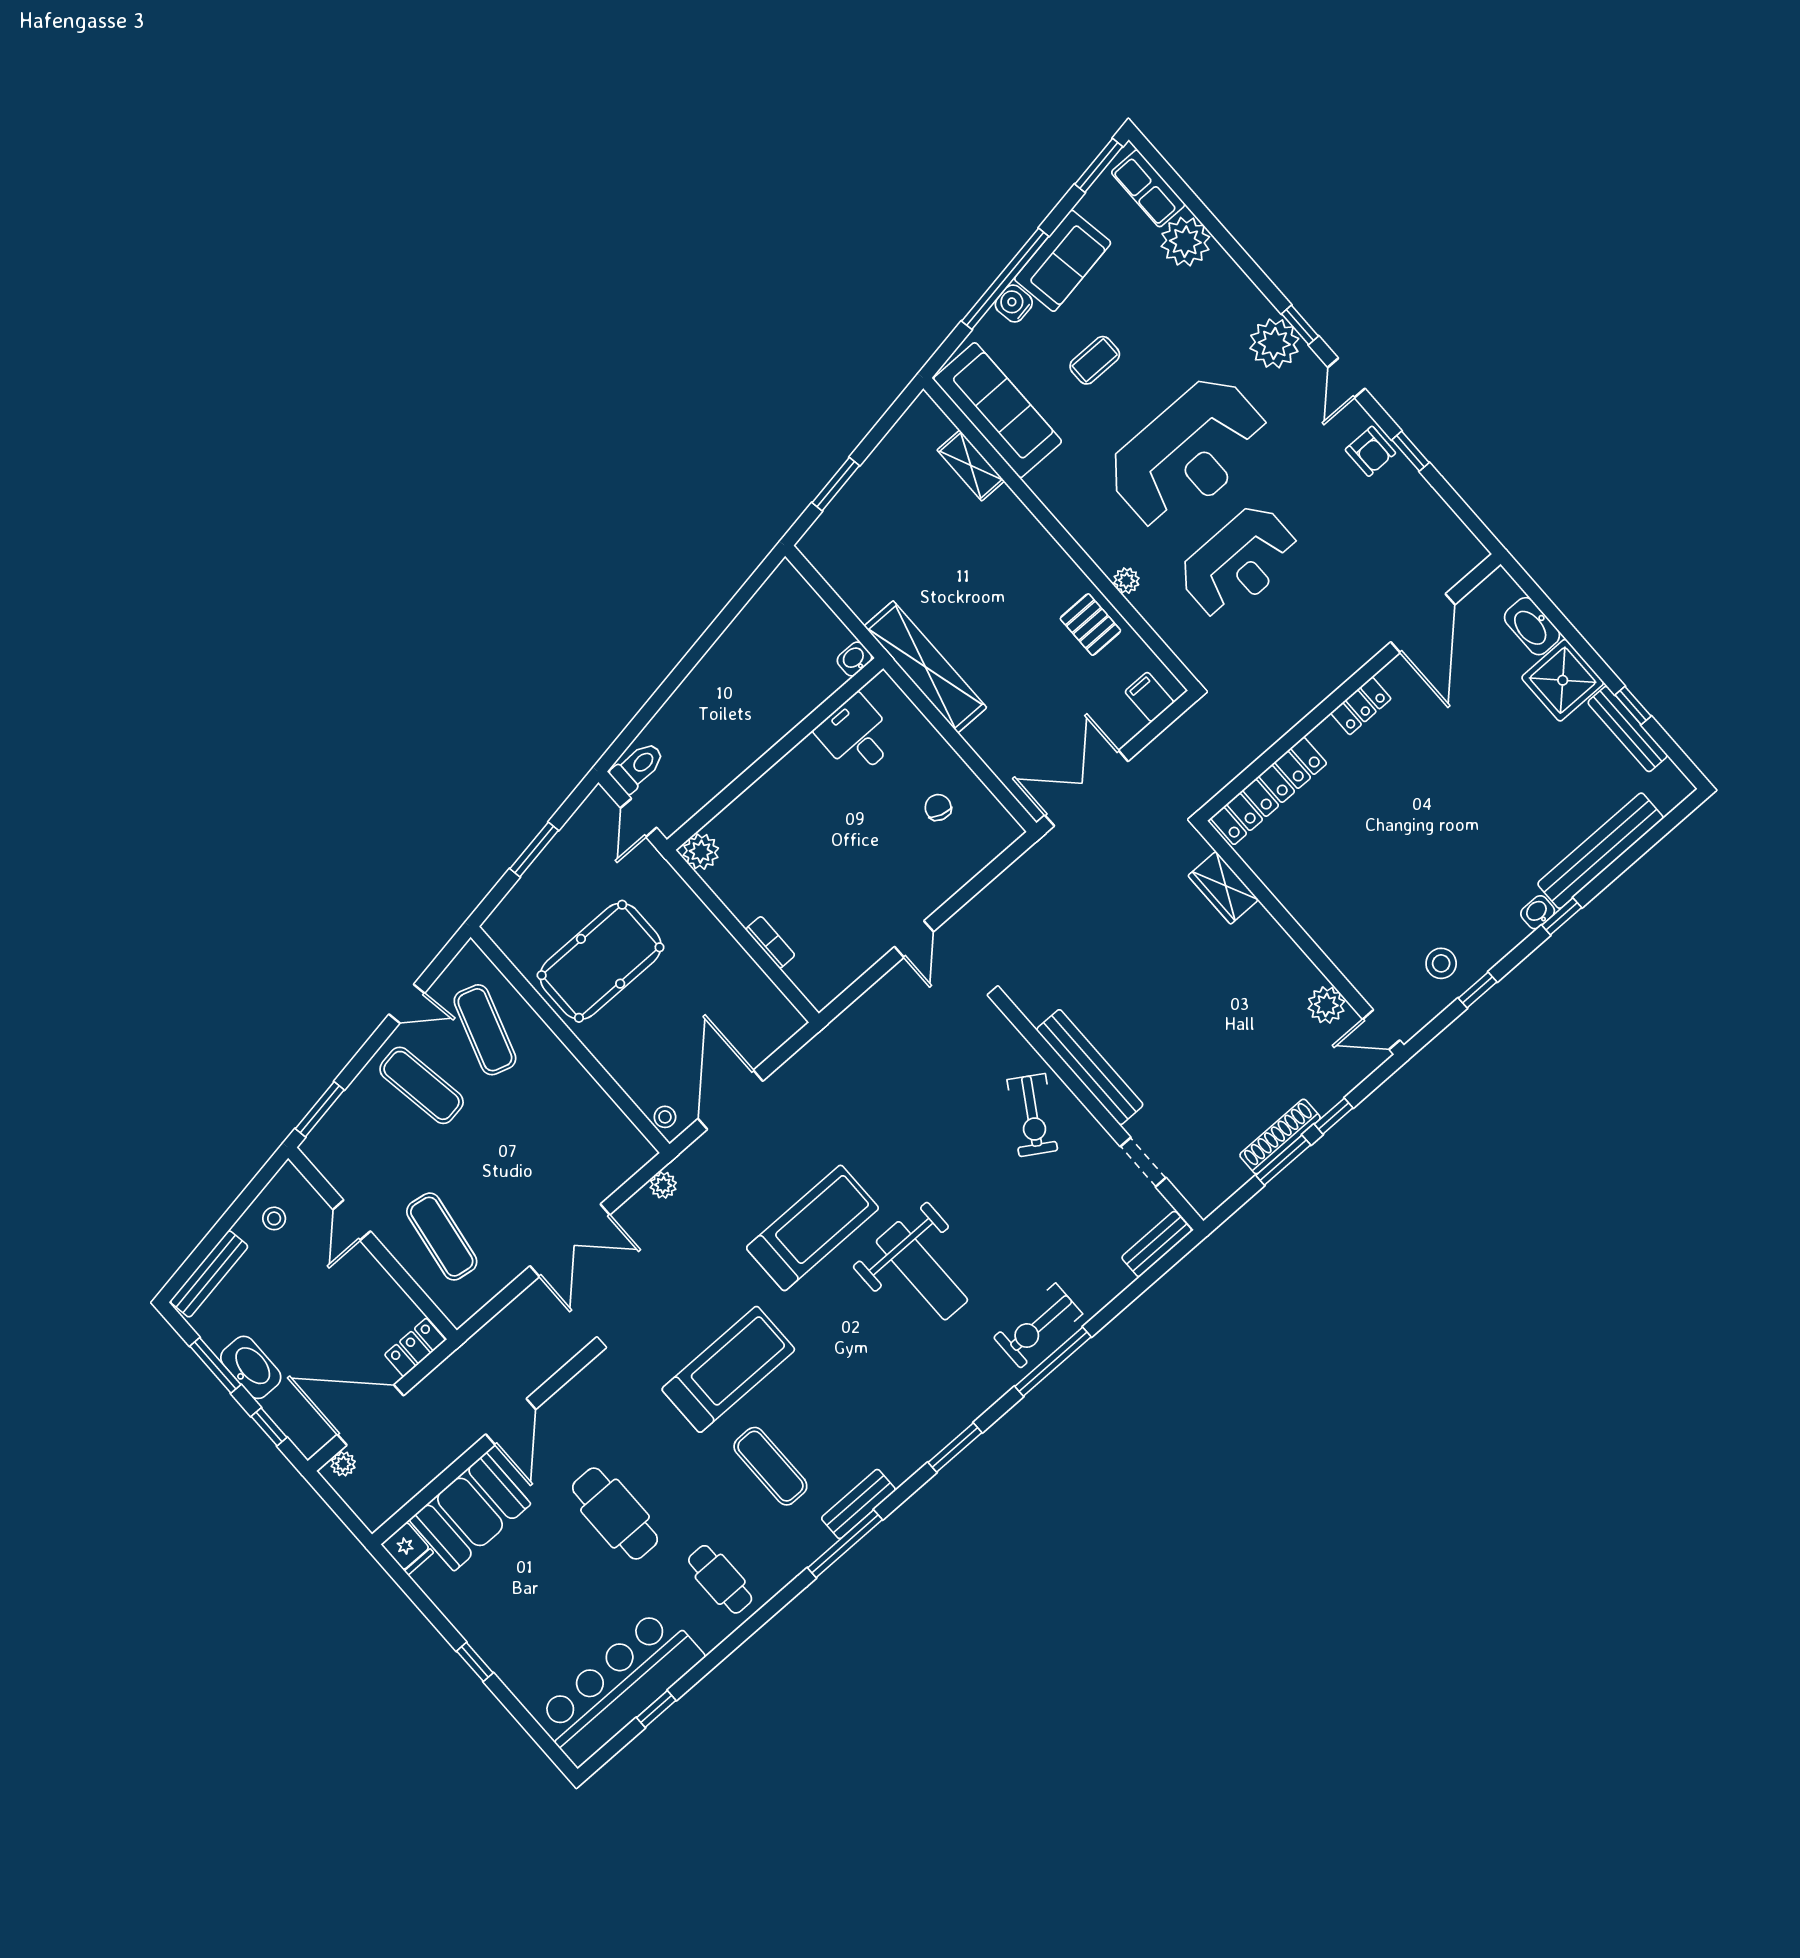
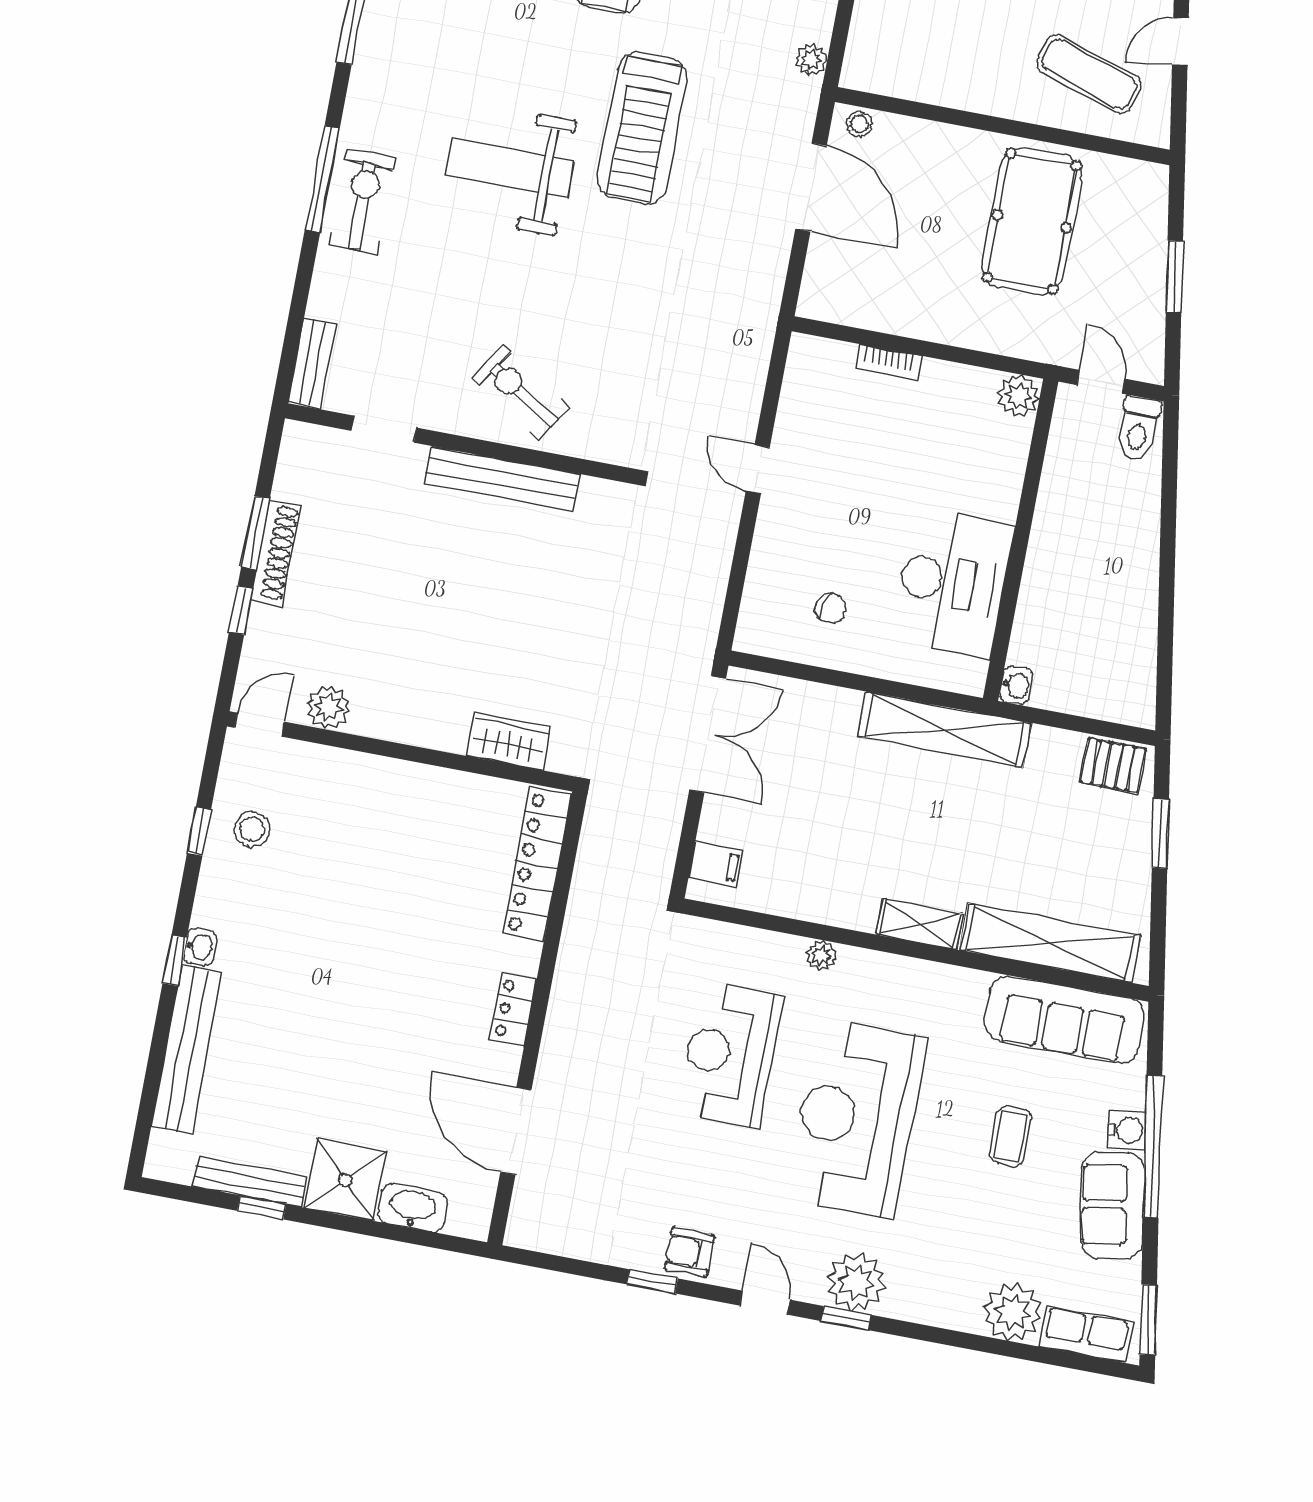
shelving: (971, 465) -> (1050, 943), width x2.20, depth x1.33
shelving: (1044, 550) -> (920, 924), added
pallet: (1090, 625) -> (1113, 765), moved
desk: (857, 736) -> (953, 583), width x1.87, depth x1.30

